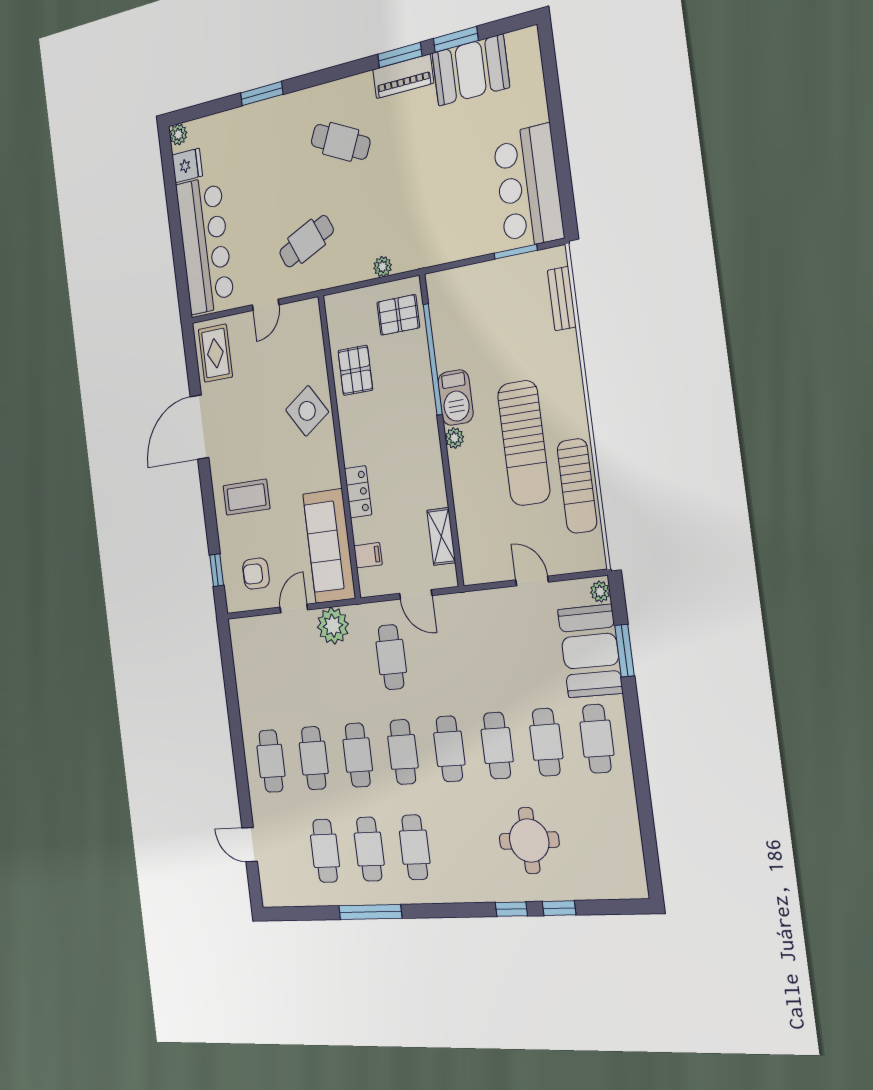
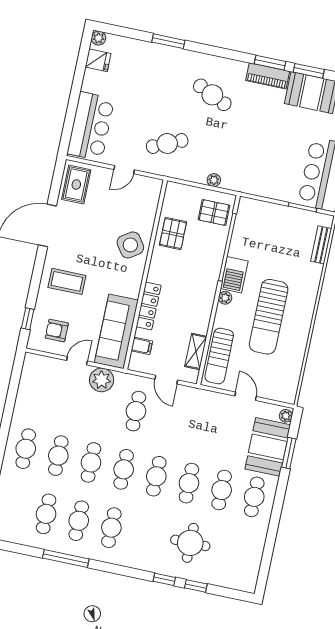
bar counter: (205, 245) -> (91, 126), width x0.73
sun lounger: (577, 486) -> (219, 356), moved
locker: (358, 492) -> (149, 306), width x1.53

